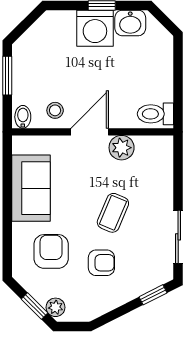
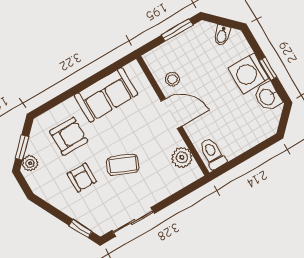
bidet: (23, 117) -> (222, 35), moved, turned 135
plant: (122, 148) -> (182, 157), moved

